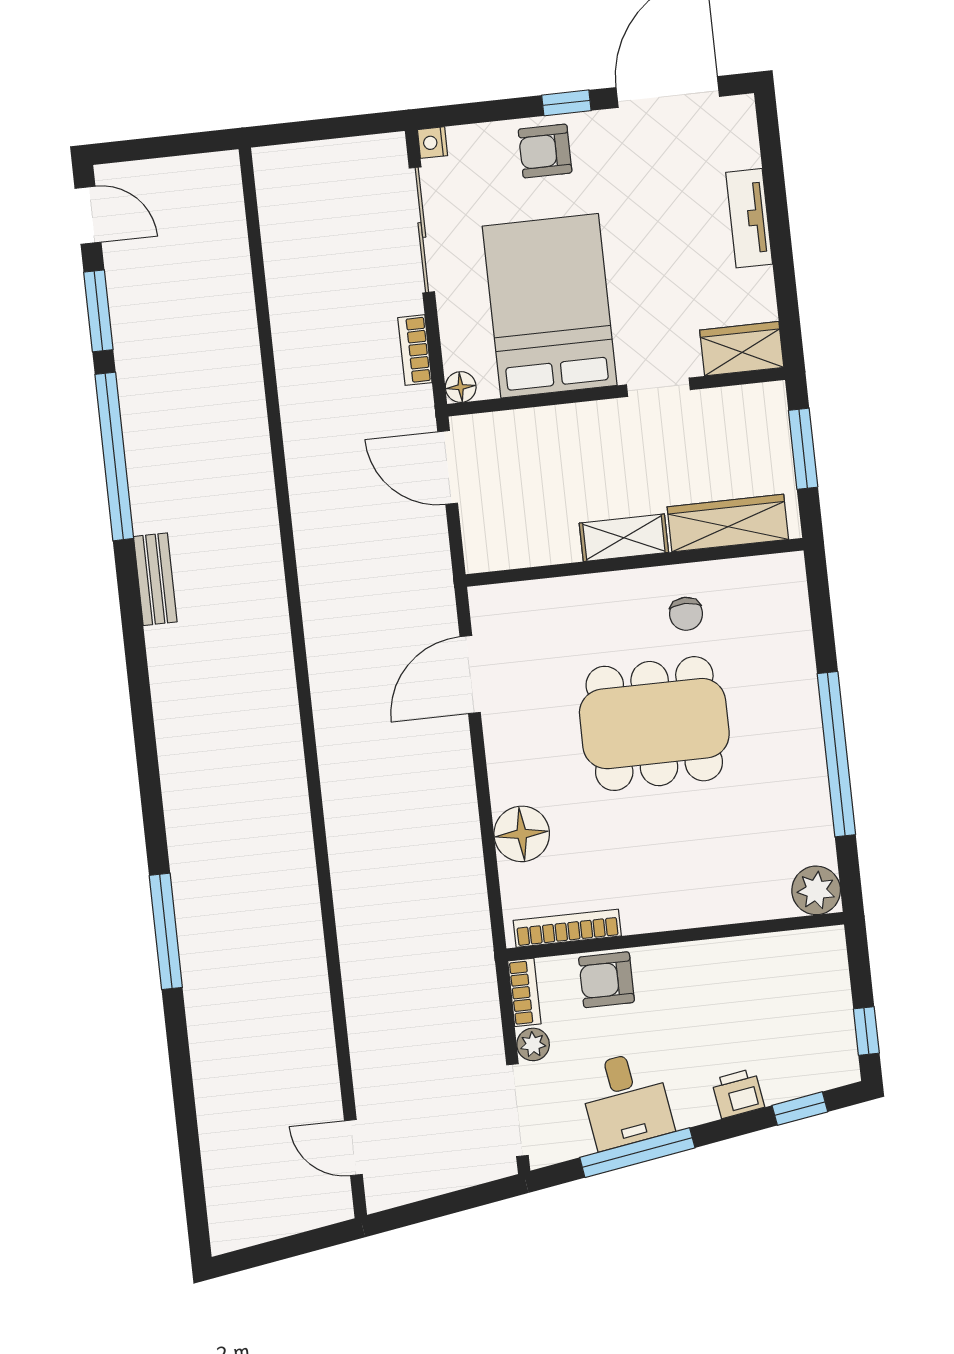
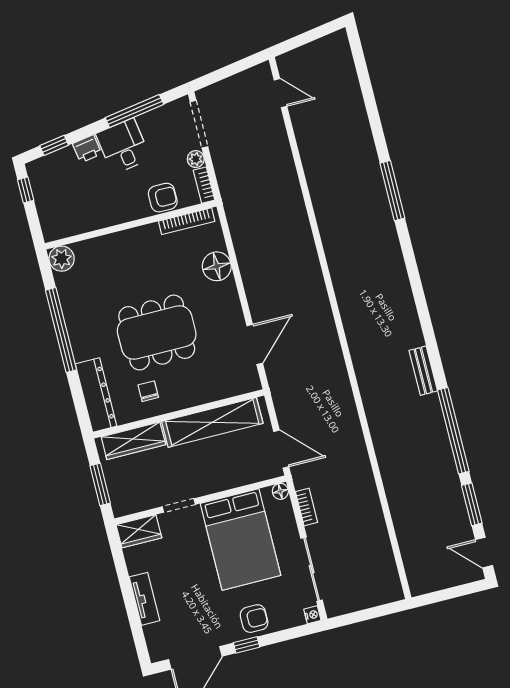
shelving: (624, 538) -> (212, 422), width x2.20, depth x1.33
dresser: (787, 621) -> (96, 395), added
desk: (626, 1100) -> (123, 146), moved

